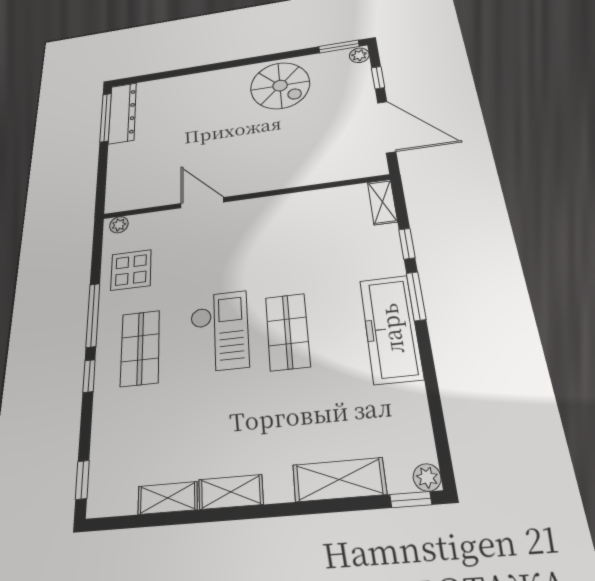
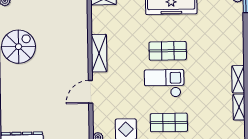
shelving: (339, 480) -> (99, 53), moved

